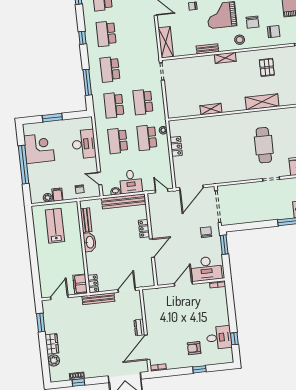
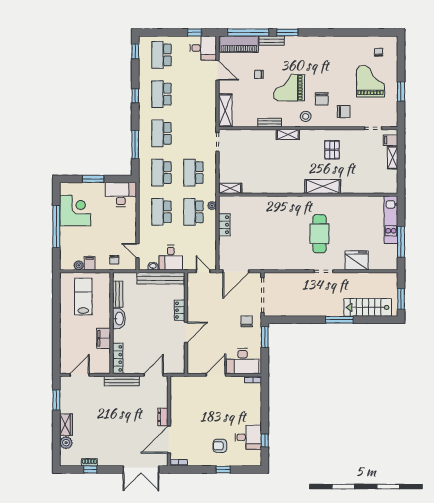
shelving: (211, 109) -> (230, 188), moved
desk: (84, 144) -> (121, 194), moved, turned -90
locker: (93, 283) -> (118, 358), width x1.53
filing cabinet: (80, 284) -> (104, 338), moved

